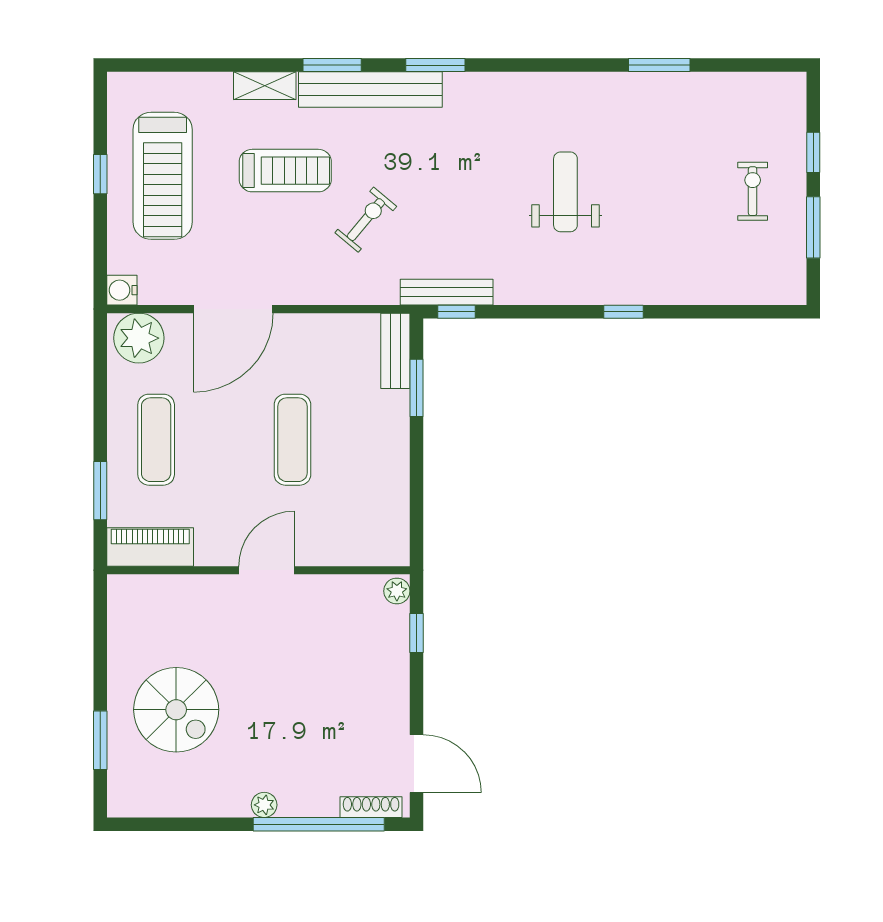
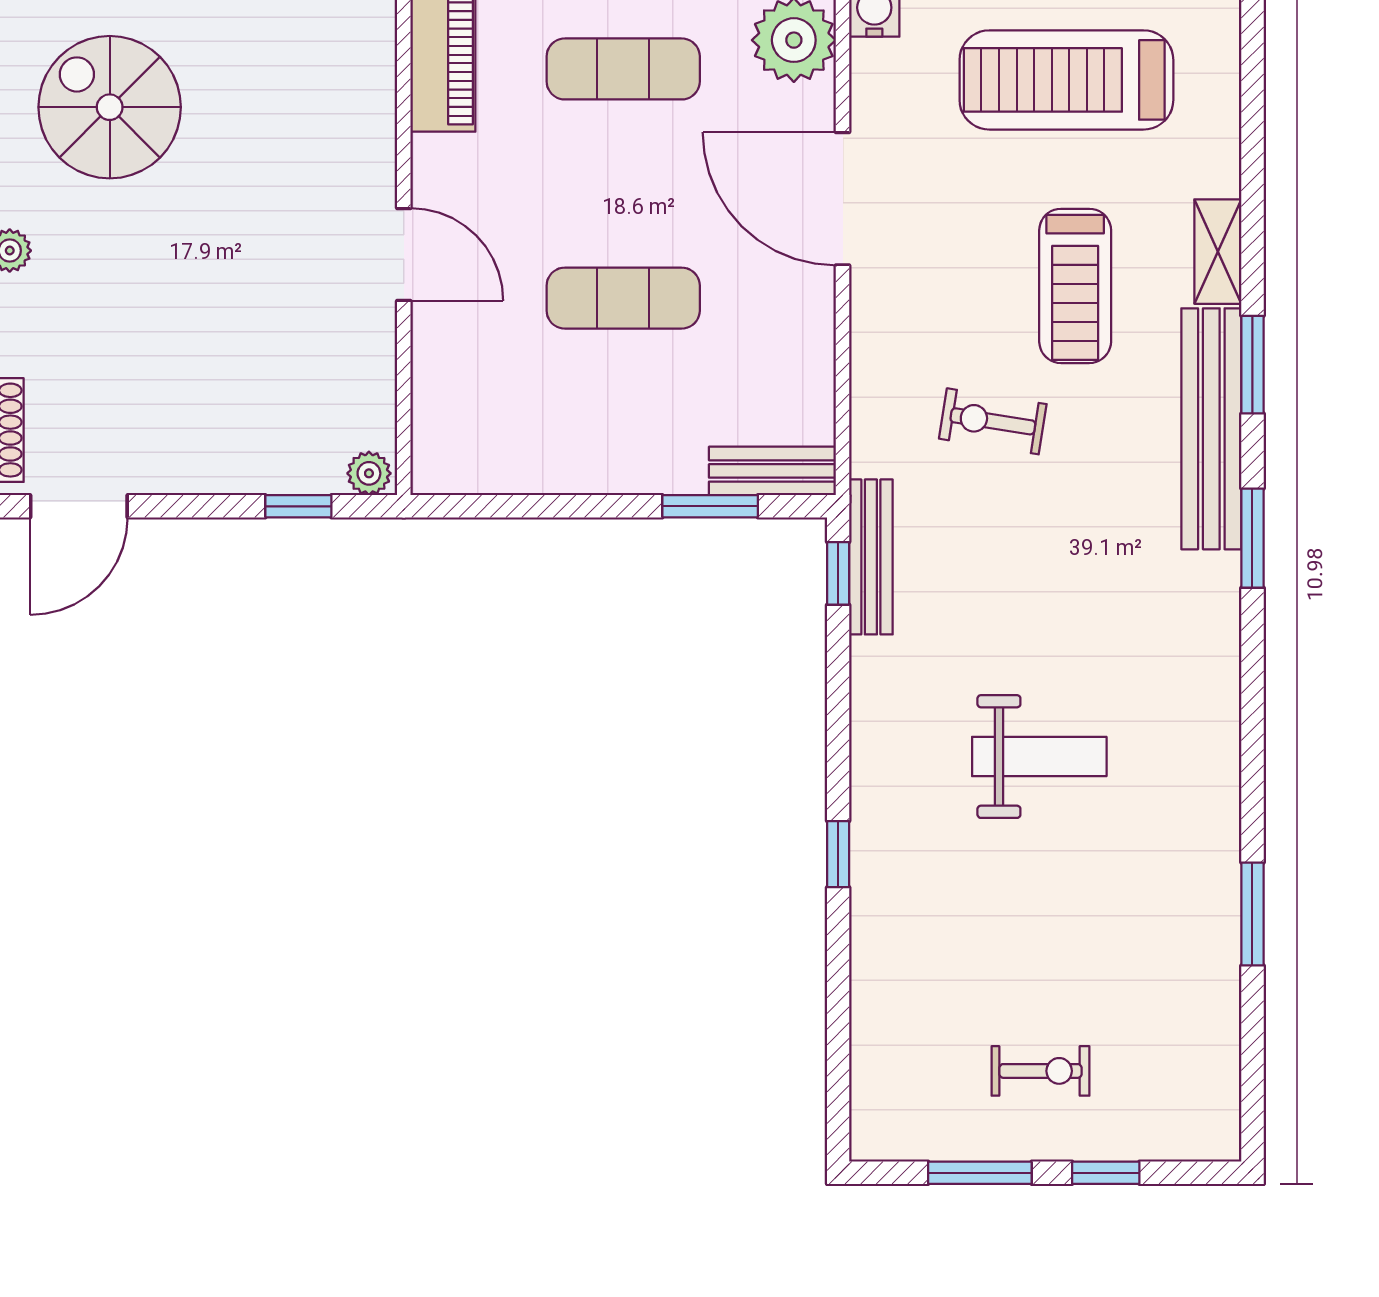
exercise bike: (366, 220) -> (993, 421), turned 149
spiral stairs: (176, 710) -> (110, 107), moved, turned 90

